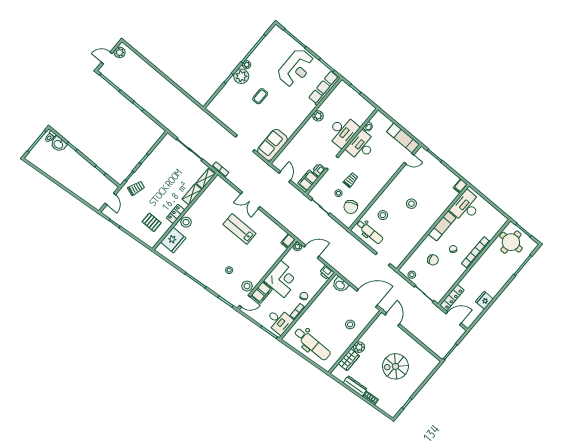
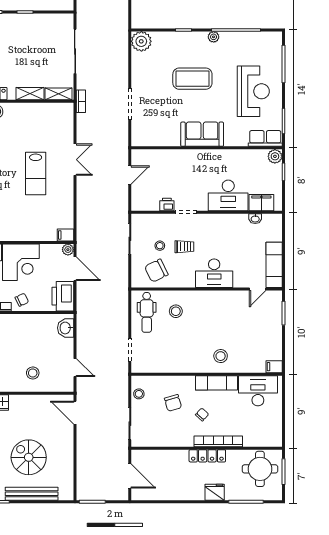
reception desk: (296, 68) -> (253, 91), turned -90
plant: (241, 76) -> (141, 41), moved
row of seats: (324, 88) -> (265, 138), width x0.68
coffee table: (260, 96) -> (192, 79), width x1.86, depth x1.72
plant: (318, 116) -> (275, 156), moved
sofa: (272, 145) -> (202, 134), moved
desk: (361, 146) -> (214, 273), moved, turned 180
door: (409, 159) -> (258, 289), hinge flipped
filing cabinet: (308, 180) -> (261, 203), moved
double door: (250, 200) -> (75, 160), swing flipped
stool: (411, 204) -> (221, 356), moved
lab bench: (239, 229) -> (36, 173), turned 180
printer: (327, 273) -> (63, 296), width x1.87, depth x1.48
door: (367, 298) -> (75, 368), width x0.53
locker: (452, 298) -> (207, 456), moved
fridge: (484, 300) -> (215, 492), moved
door: (392, 319) -> (75, 413), swing flipped
plant: (359, 347) -> (17, 402), removed
bench: (417, 382) -> (32, 494), added

